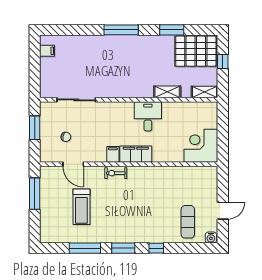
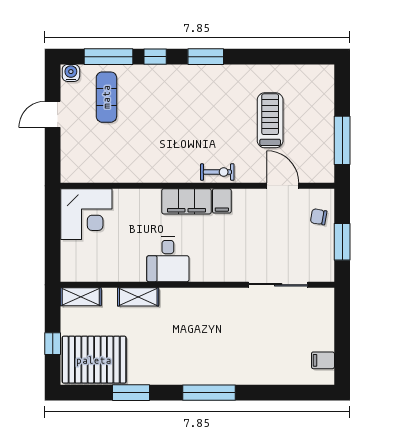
chair: (66, 137) -> (319, 217), moved
window: (85, 248) -> (108, 57), moved

